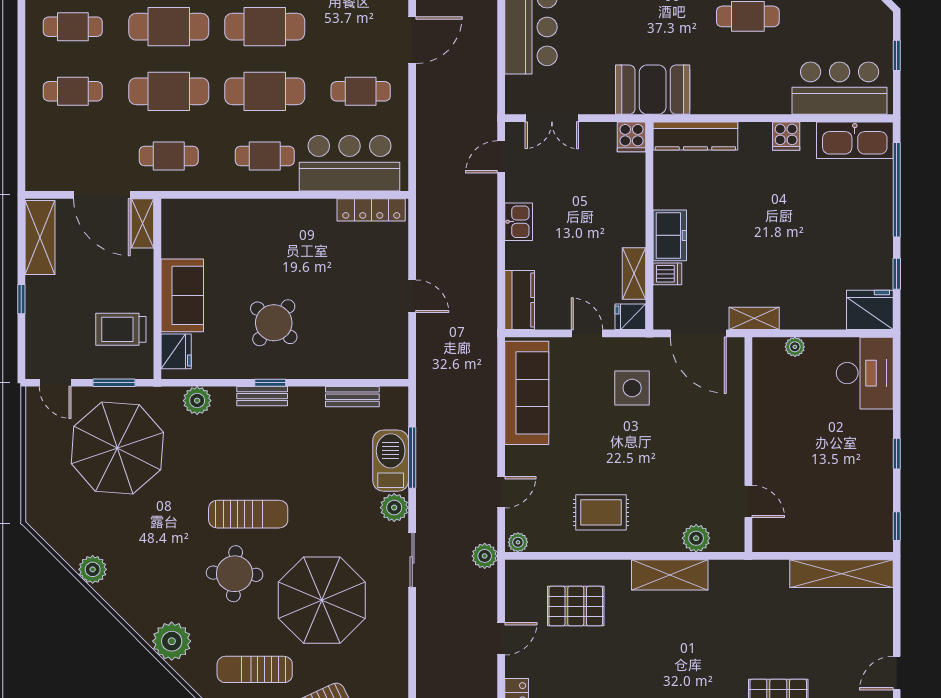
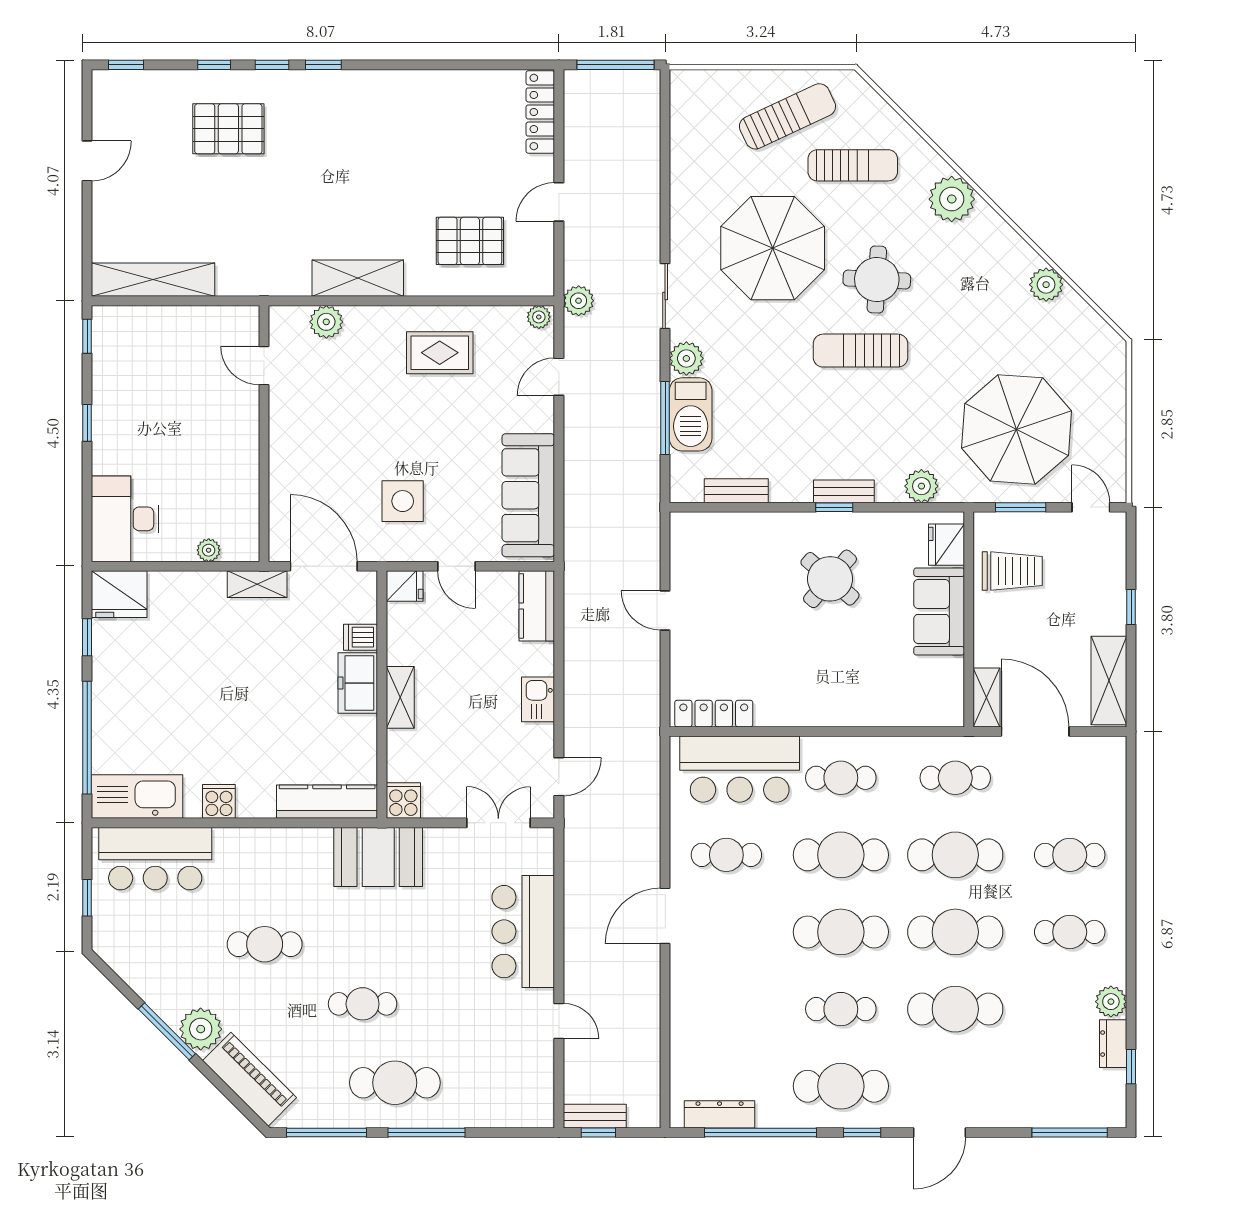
shelving: (634, 274) -> (400, 697), moved

